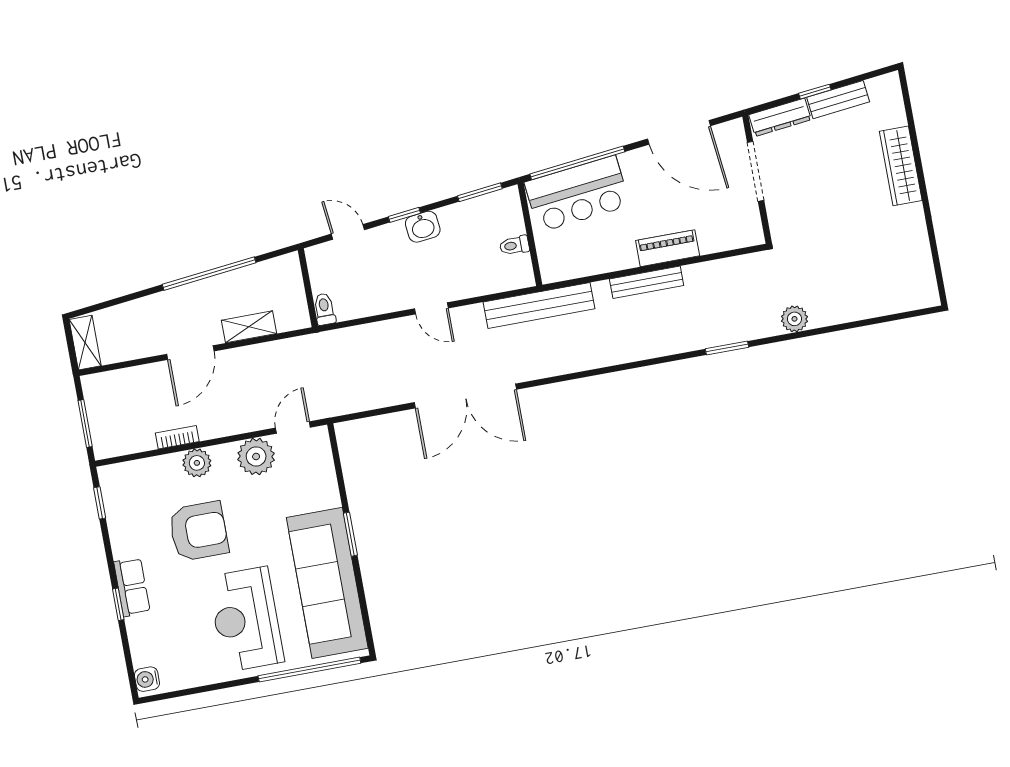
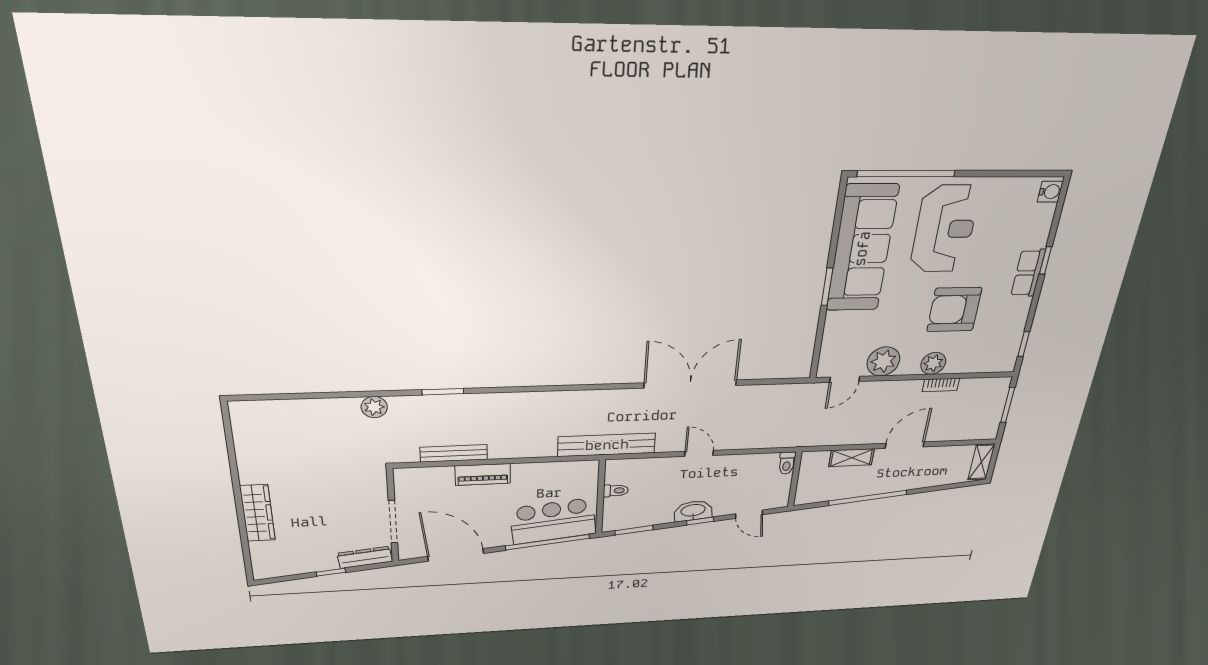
bench: (838, 100) -> (311, 565), removed
washbasin: (423, 227) -> (693, 511), width x1.38
bench: (647, 282) -> (454, 453), moved

